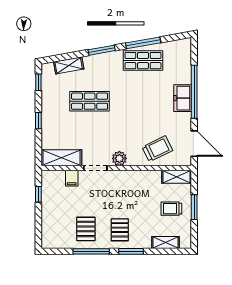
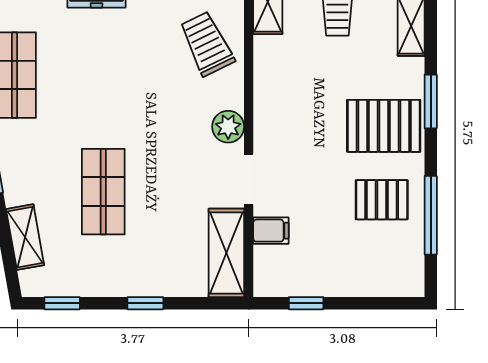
pallet: (120, 230) -> (384, 126), width x1.50, depth x1.42
window: (91, 251) -> (431, 215), moved

